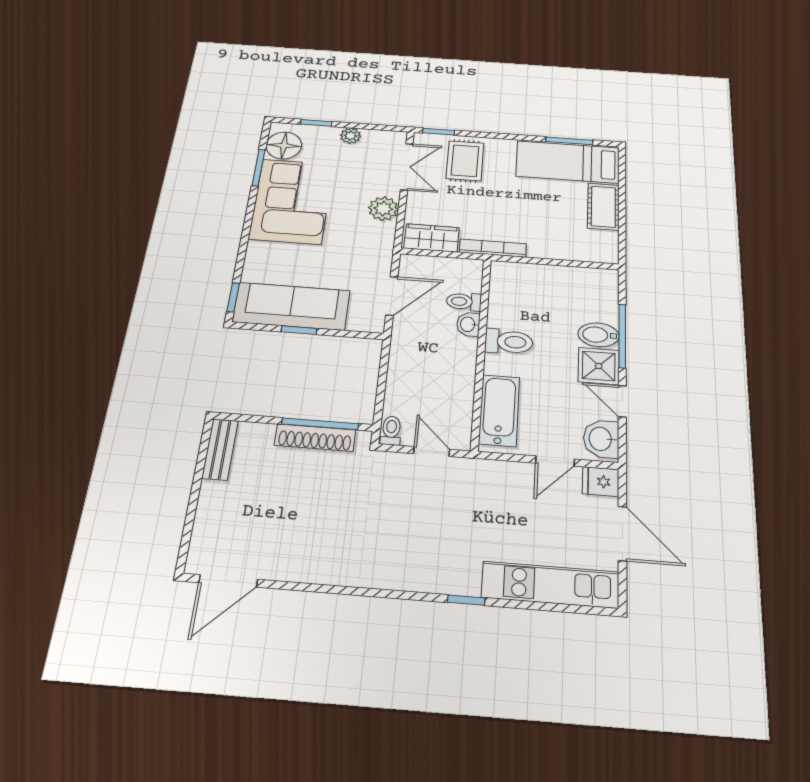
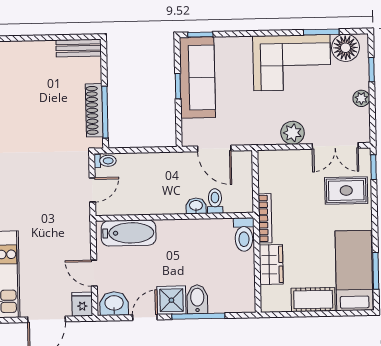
wardrobe: (432, 238) -> (271, 264), moved
toilet: (509, 342) -> (244, 235), moved

